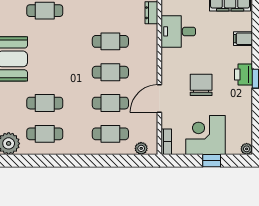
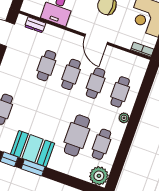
door: (159, 99) -> (96, 39), moved
cafe table: (45, 103) -> (77, 136), width x1.37, depth x1.35
plant: (141, 148) -> (124, 118), moved

